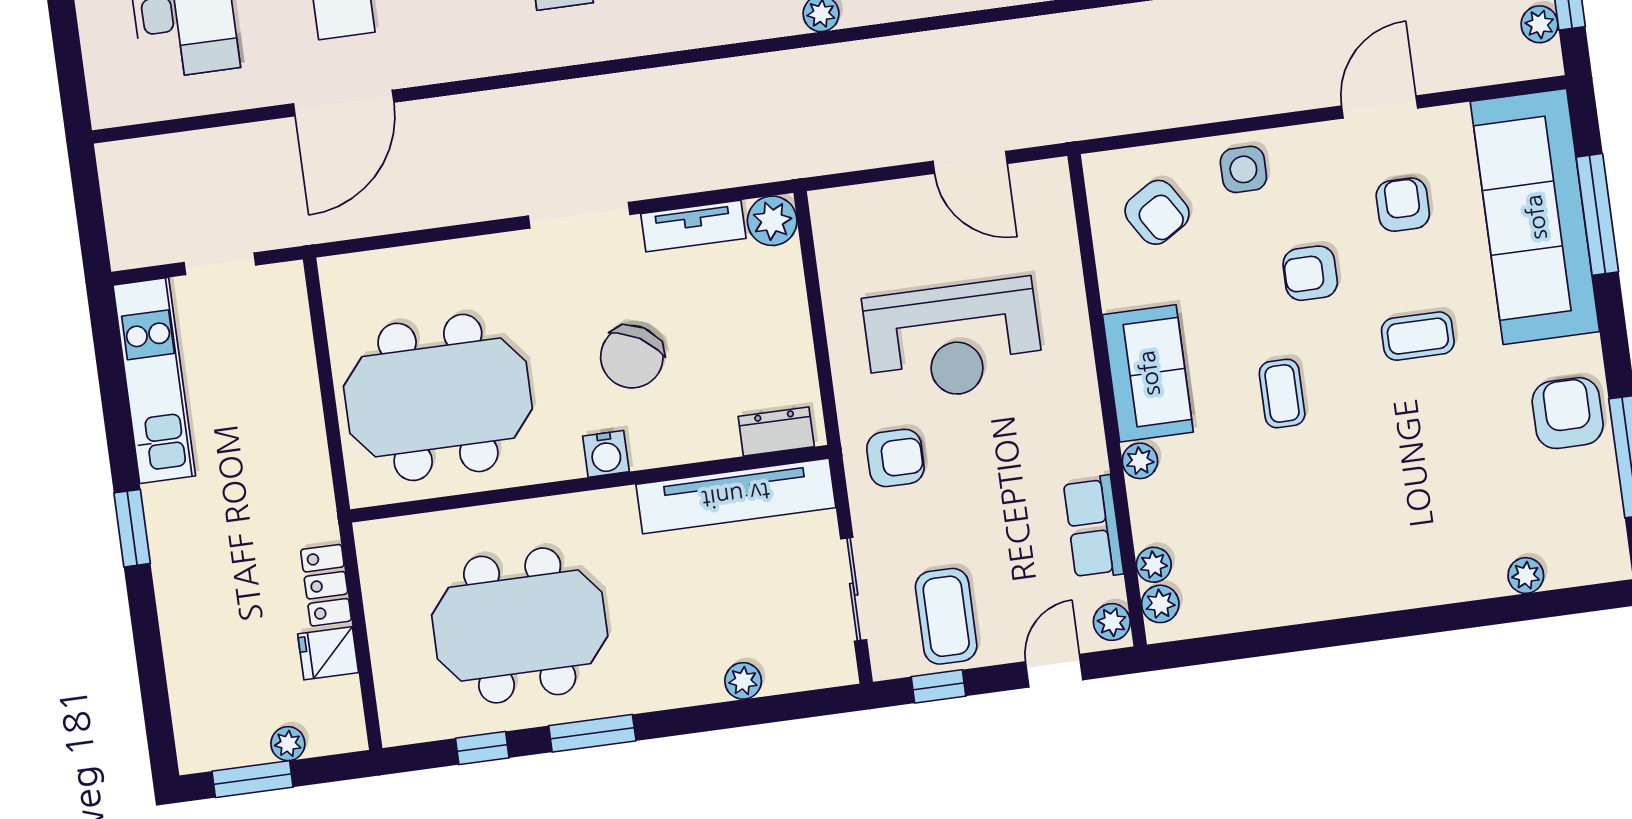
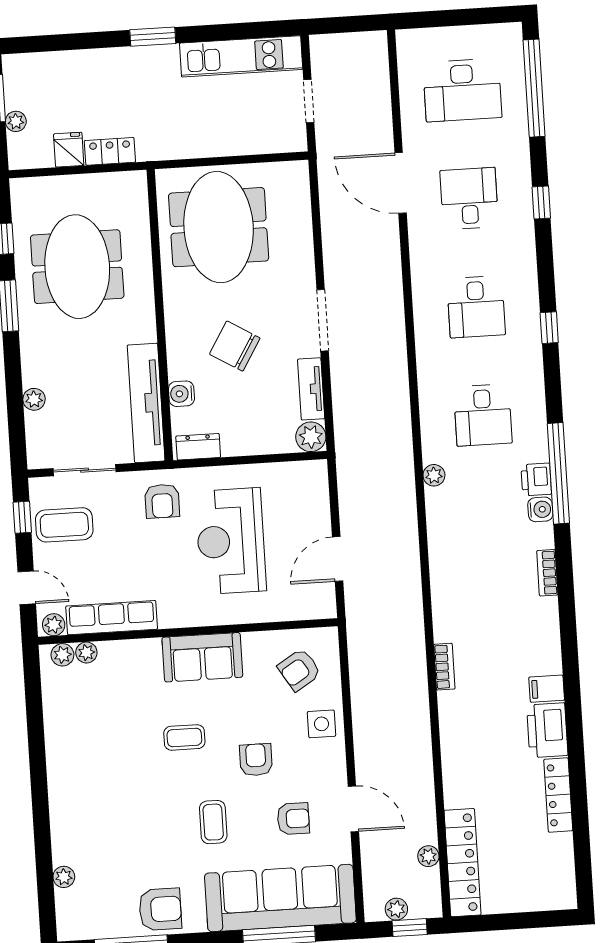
dresser: (776, 432) -> (198, 447), moved, turned -90
water cooler: (606, 454) -> (181, 394), moved
plant: (1140, 461) -> (150, 649), removed
row of seats: (1093, 527) -> (112, 618), width x1.48

